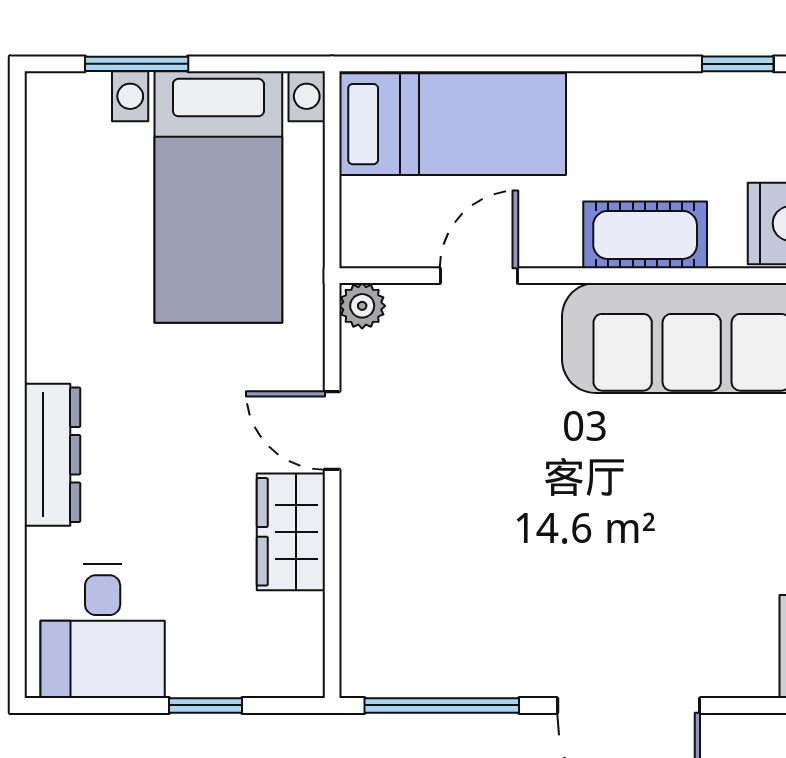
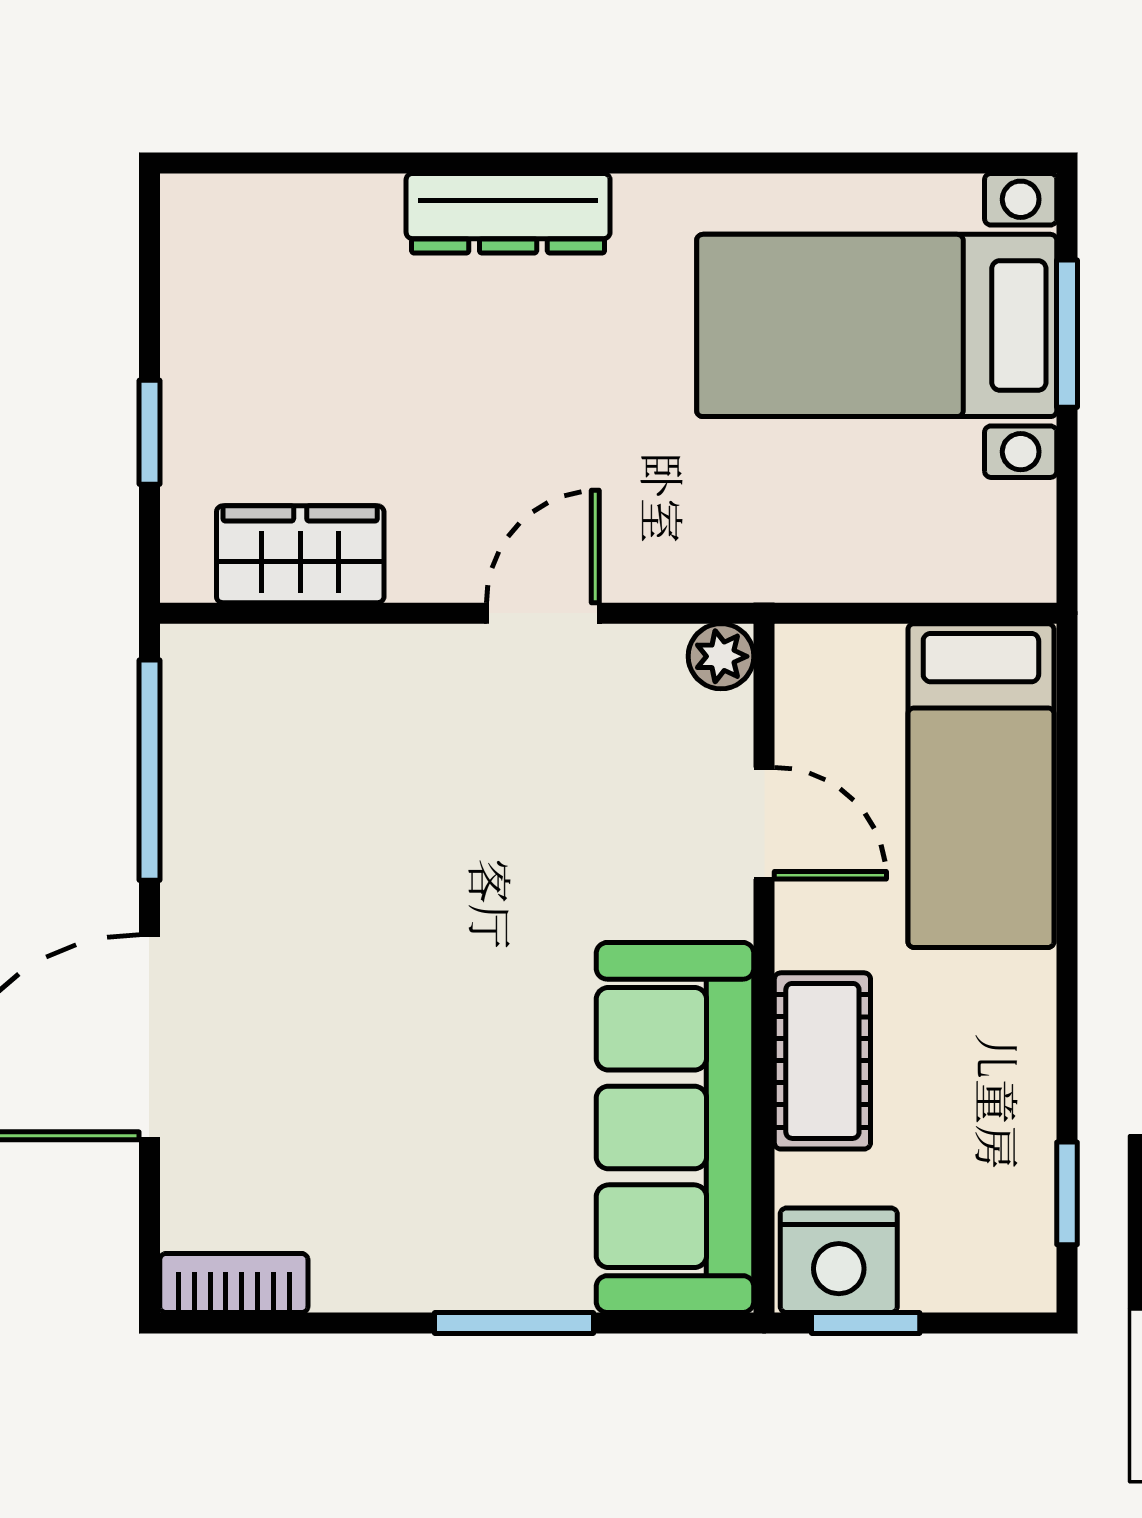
bed with nightstands: (218, 197) -> (877, 325), moved
wardrobe: (291, 532) -> (300, 554), moved
desk: (103, 631) -> (256, 285), removed

